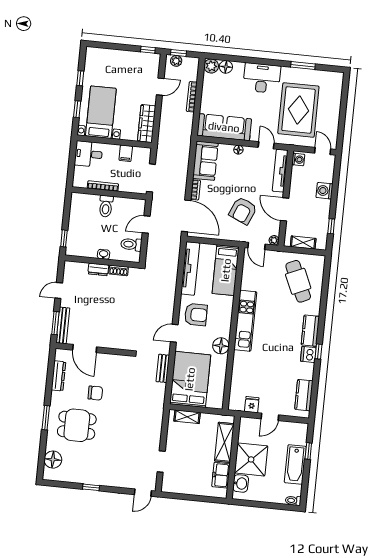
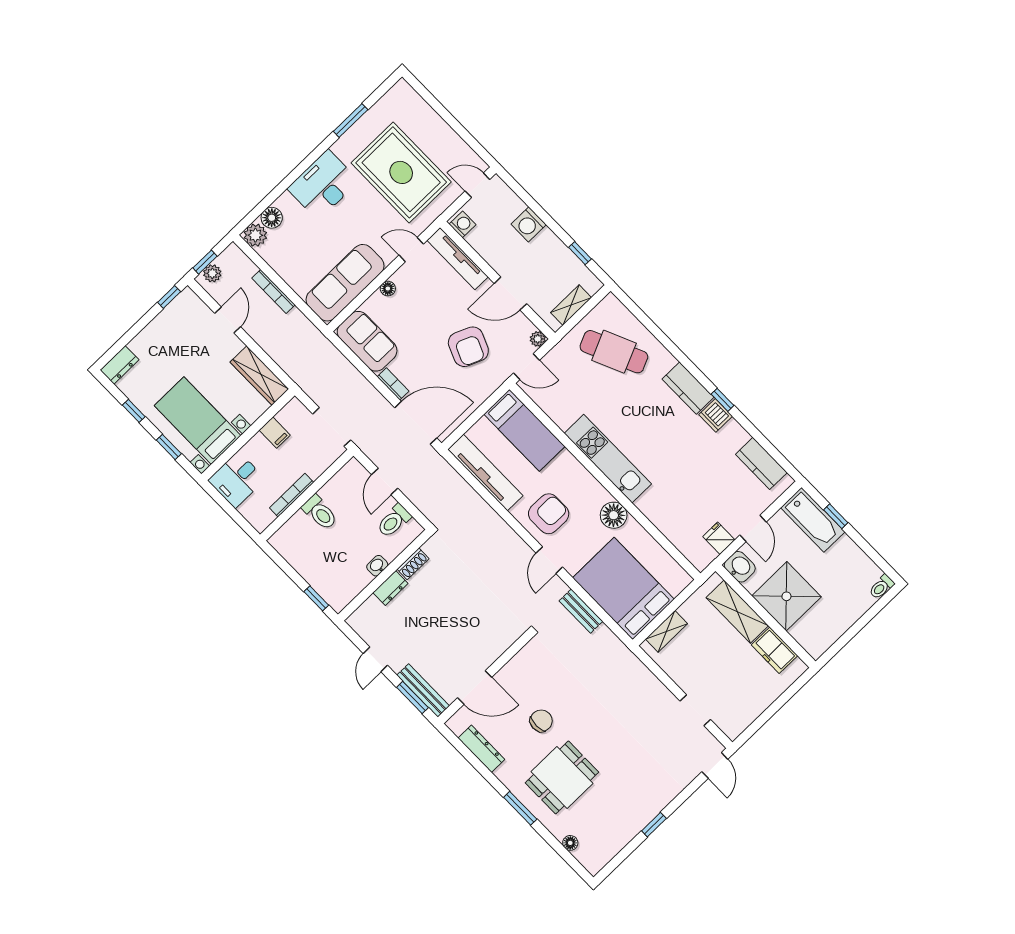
dresser: (96, 53) -> (120, 365), added
floor lamp: (53, 460) -> (570, 843), width x0.53, depth x0.53
bathtub: (295, 464) -> (813, 520), moved
washbasin: (241, 483) -> (740, 567), moved

